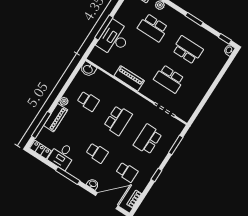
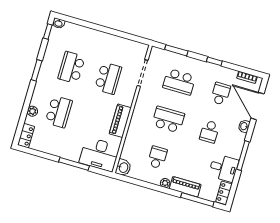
desk: (114, 38) -> (99, 154), moved
school desk: (97, 153) -> (210, 132), turned 180

